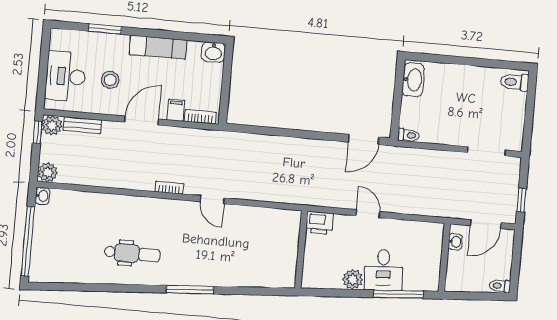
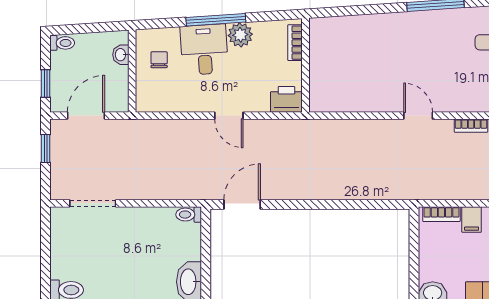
washbasin: (455, 242) -> (121, 55), moved
window: (517, 254) -> (45, 83), added
chair: (421, 265) -> (159, 60), added
bookcase: (308, 269) -> (295, 43), added
window: (398, 294) -> (216, 20), moved

